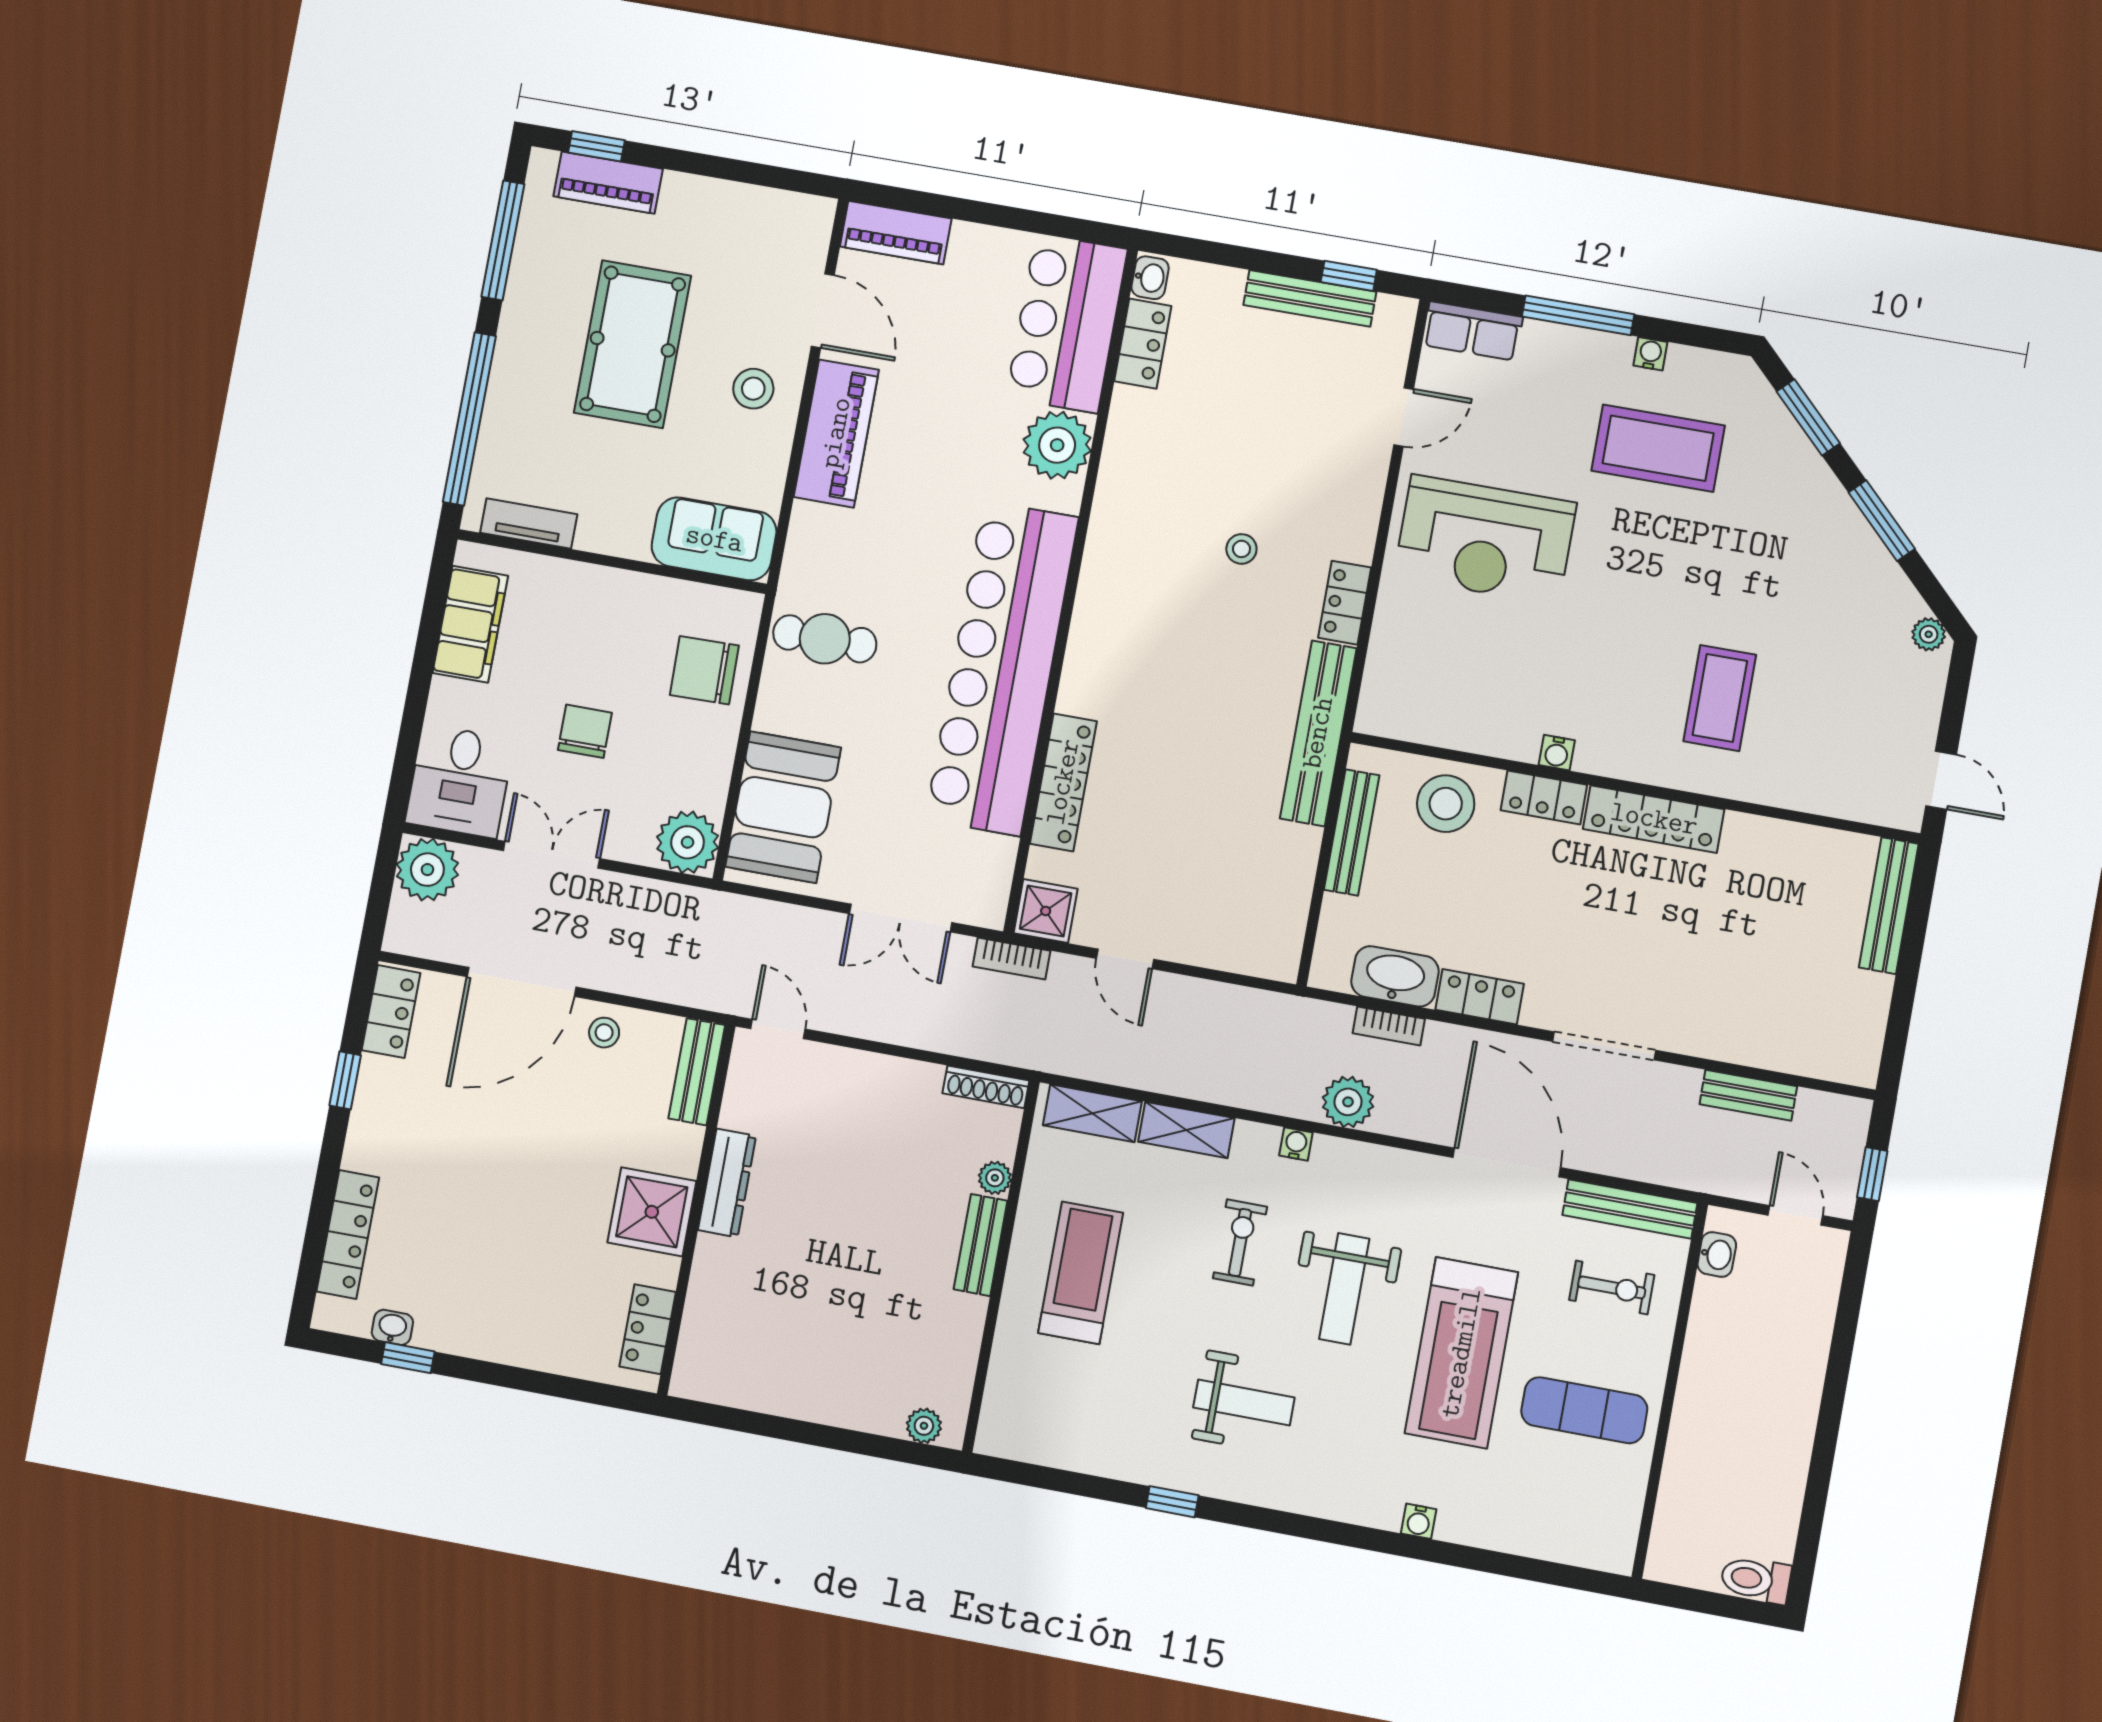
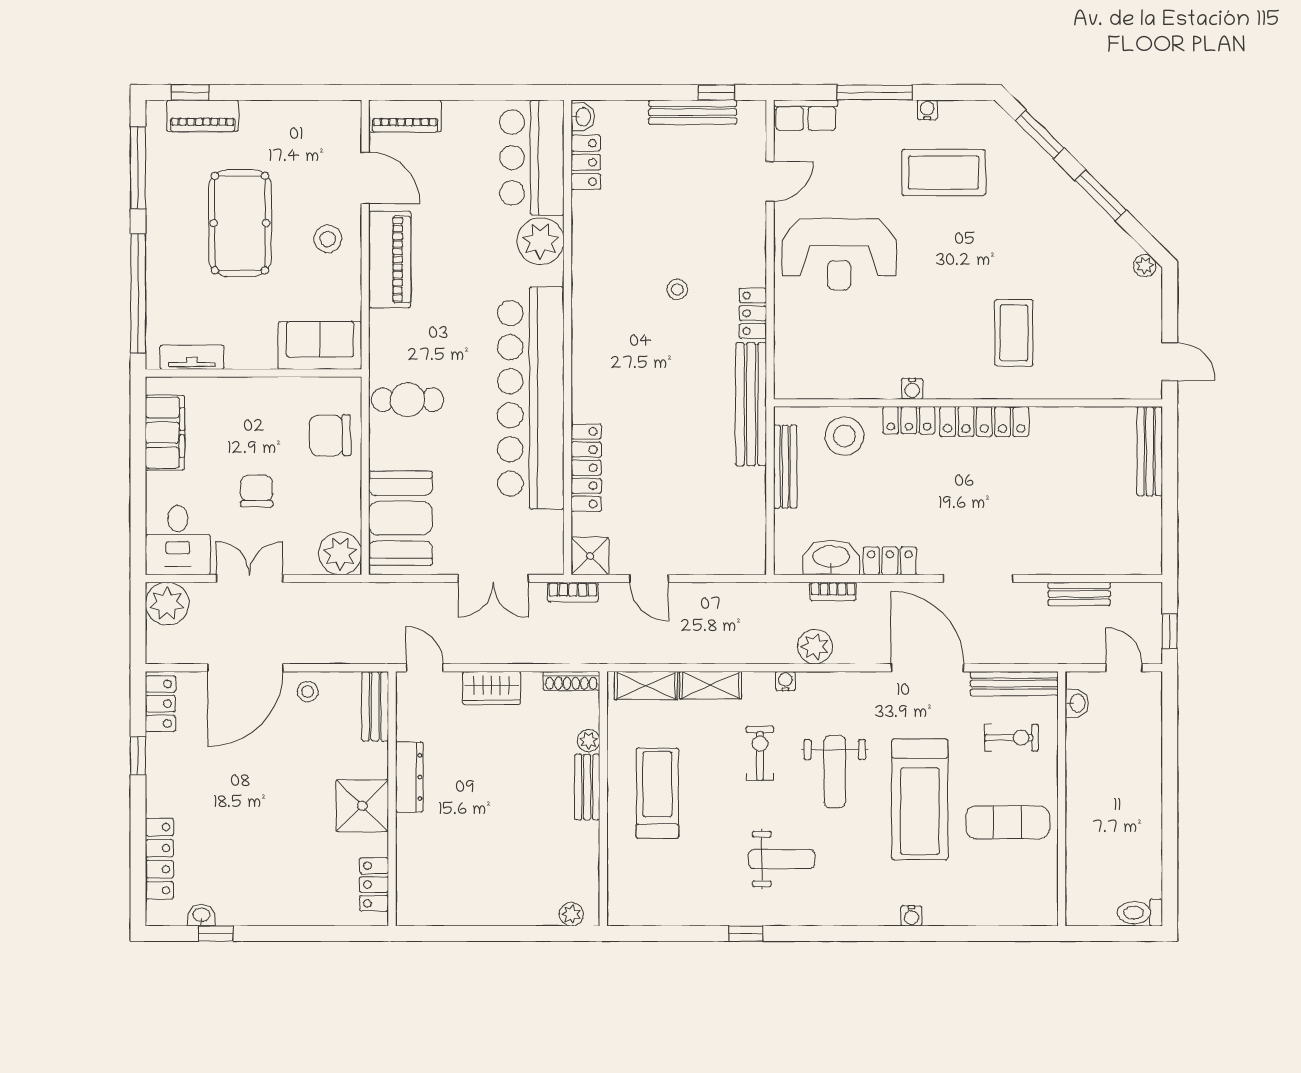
wardrobe: (869, 1076) -> (491, 688), added

